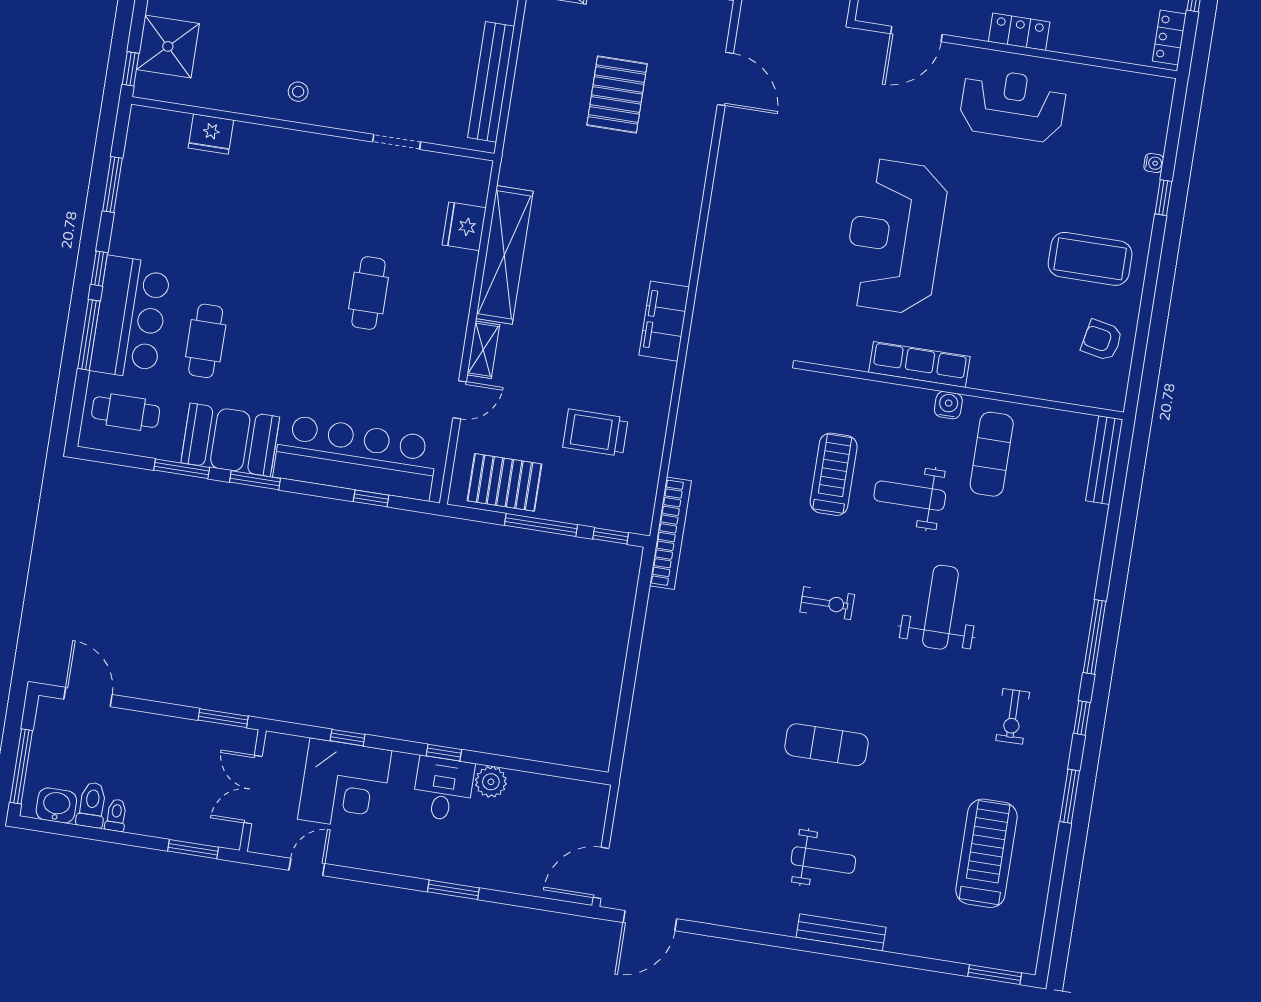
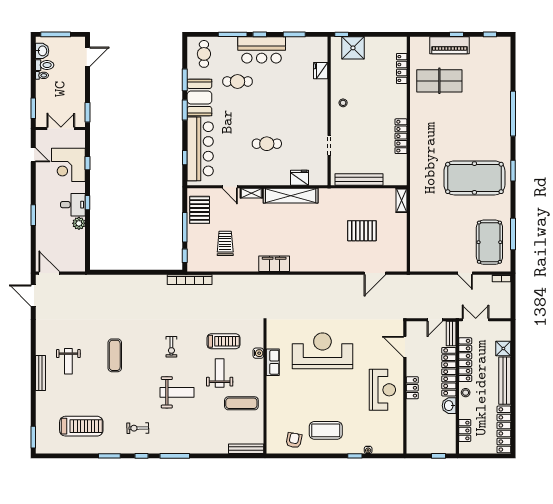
locker: (1169, 38) -> (419, 448), removed
coffee table: (1090, 259) -> (326, 430), turned 90
bar counter: (130, 318) -> (262, 50), moved
row of seats: (919, 364) -> (273, 362), width x0.68
water cooler: (948, 405) -> (258, 353), moved

